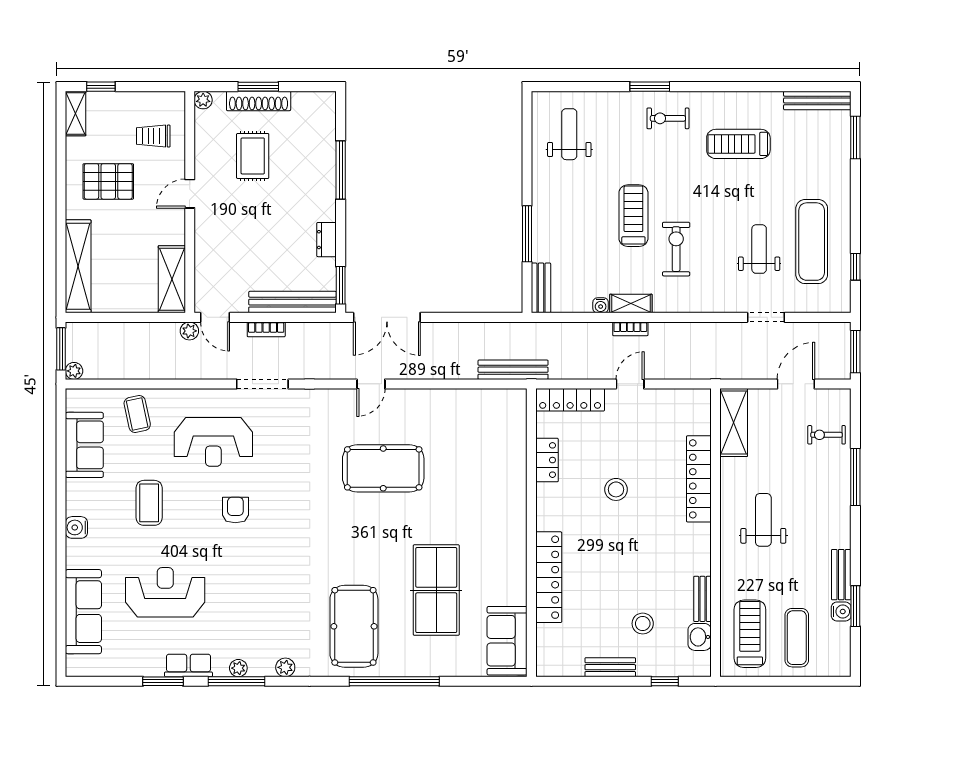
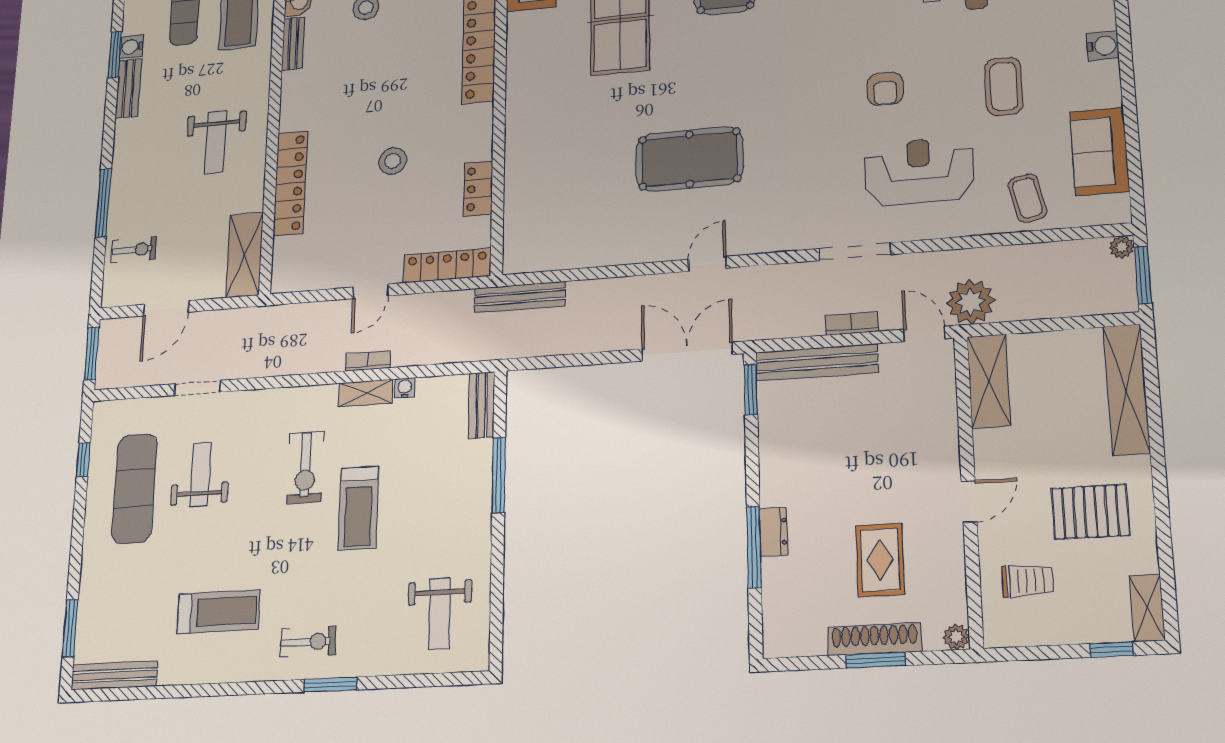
dresser: (326, 240) -> (773, 532), moved
weight bench: (759, 249) -> (201, 474), turned 180
plant: (189, 331) -> (971, 302), width x1.87, depth x1.87

